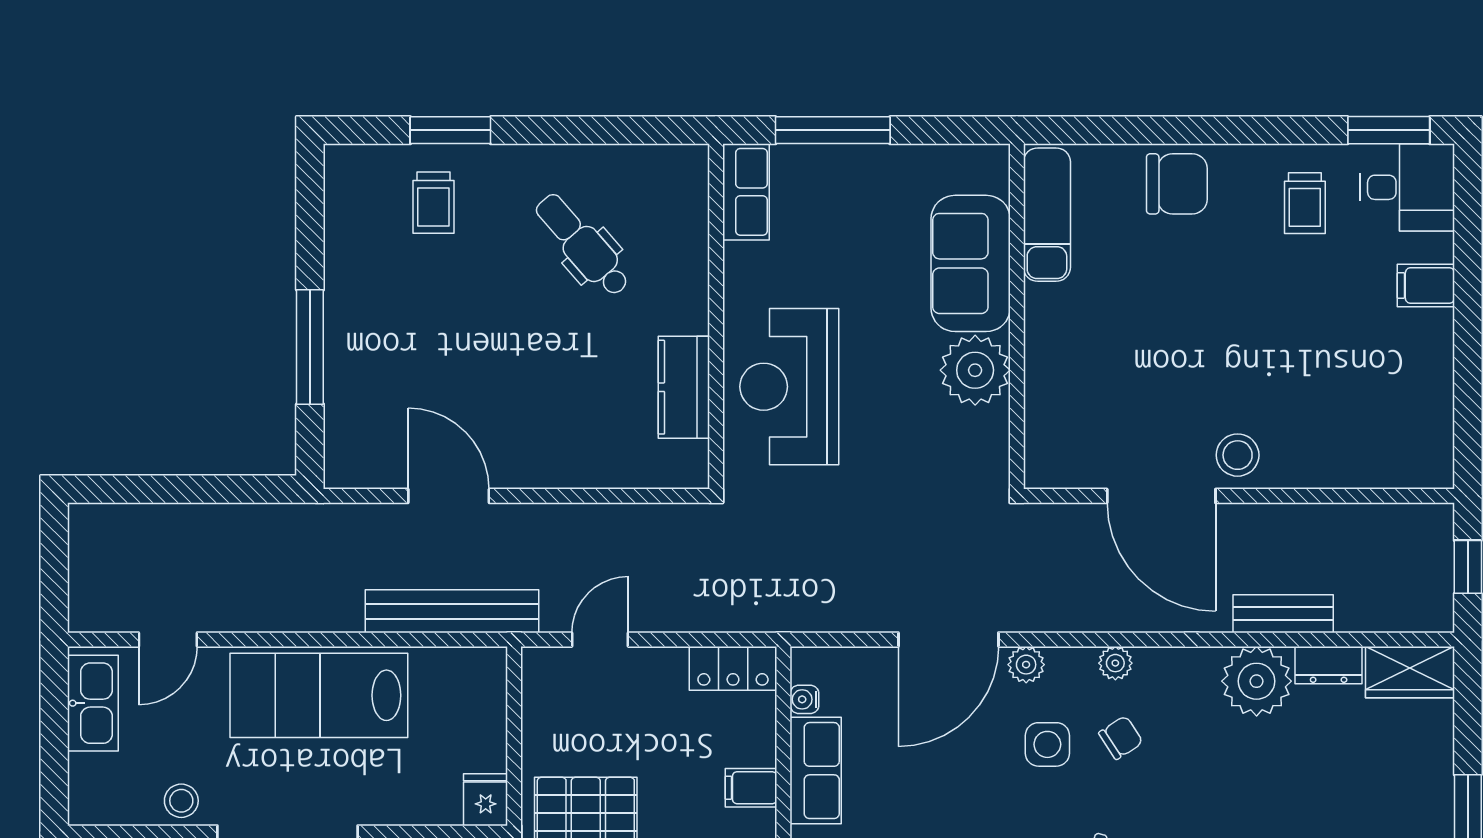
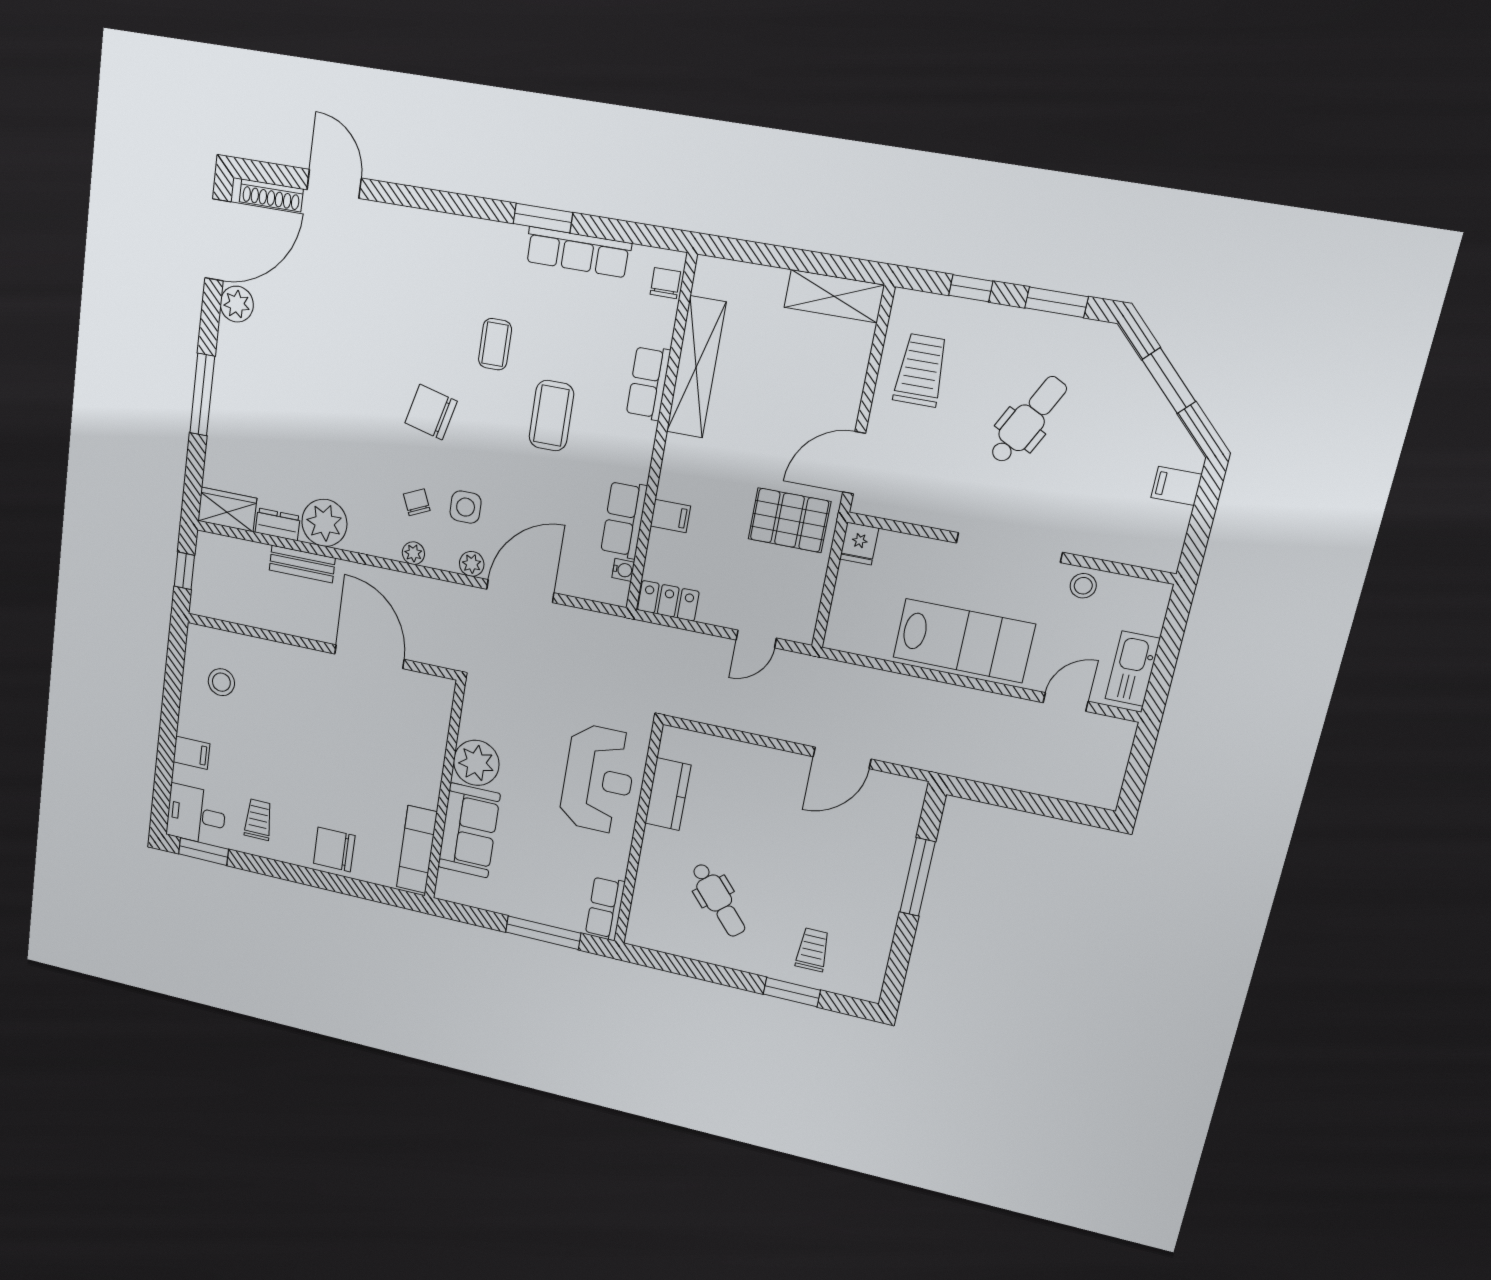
stool: (1238, 455) -> (221, 682), moved
door: (449, 496) -> (842, 758), hinge flipped
bench: (452, 611) -> (856, 680), removed
chair: (1121, 738) -> (417, 502), turned 99

